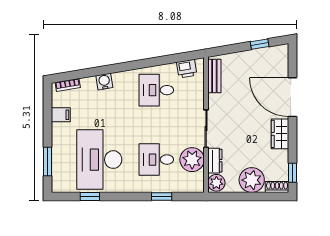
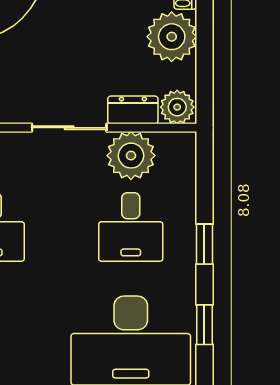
window: (90, 196) -> (204, 325), moved
window: (162, 196) -> (204, 244), moved

